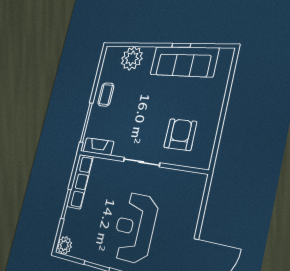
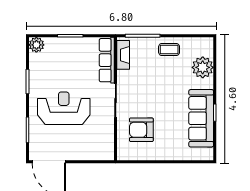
armchair: (180, 135) -> (141, 130), turned 180
row of seats: (80, 181) -> (107, 60), moved, turned 90

